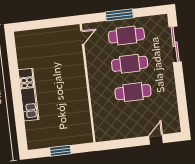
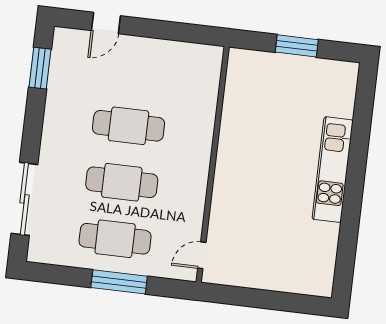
window: (183, 110) -> (40, 68), added

